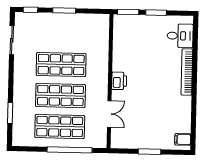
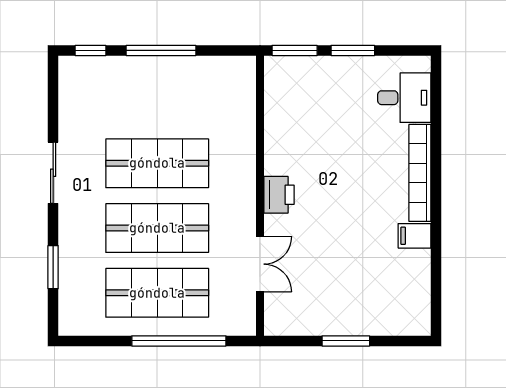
window: (64, 11) -> (161, 50), width x1.44
sliding door: (12, 40) -> (53, 173), moved
filing cabinet: (183, 139) -> (415, 236), moved

